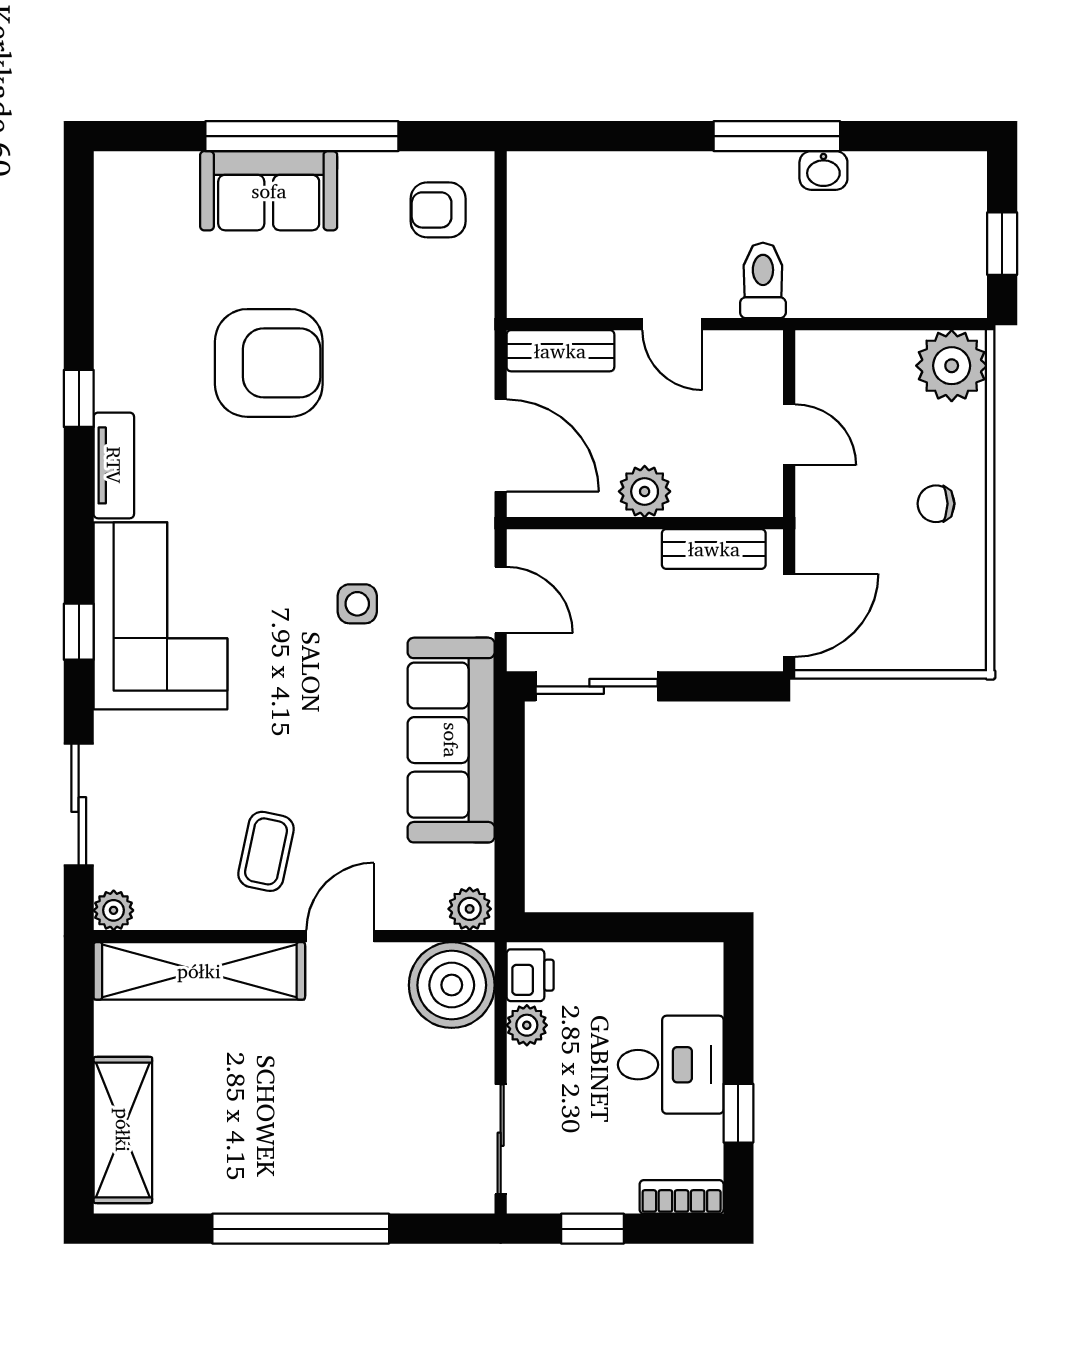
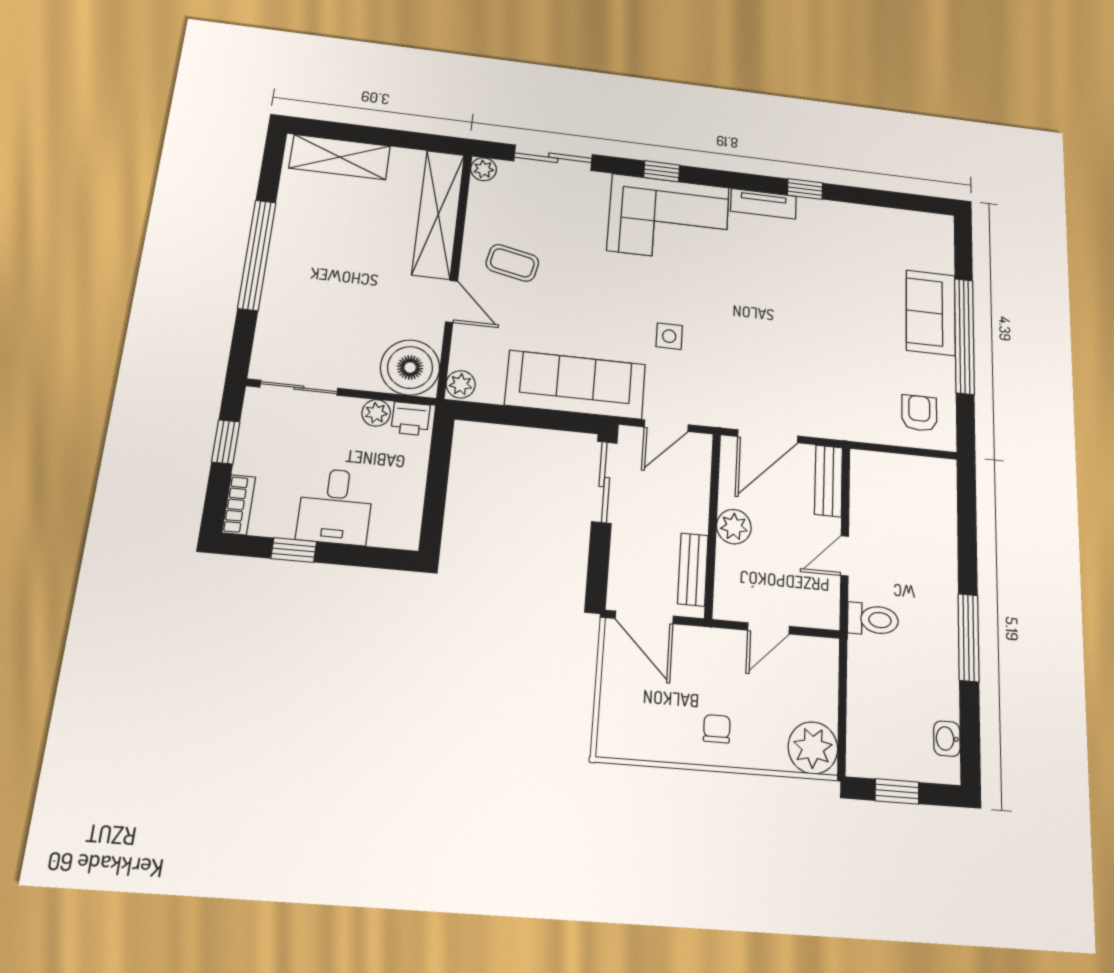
washbasin: (823, 170) -> (947, 739), moved
armchair: (269, 363) -> (824, 300), removed

